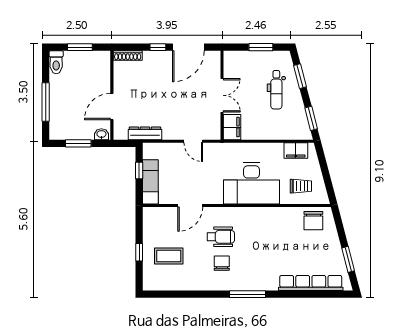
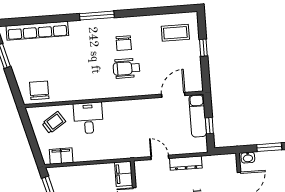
dresser: (145, 133) -> (186, 163), moved
desk: (251, 183) -> (88, 118), width x0.53, depth x0.77
trolley: (301, 186) -> (54, 122), turned 147
door: (190, 205) -> (173, 95), moved
coffee table: (169, 256) -> (175, 33), moved

